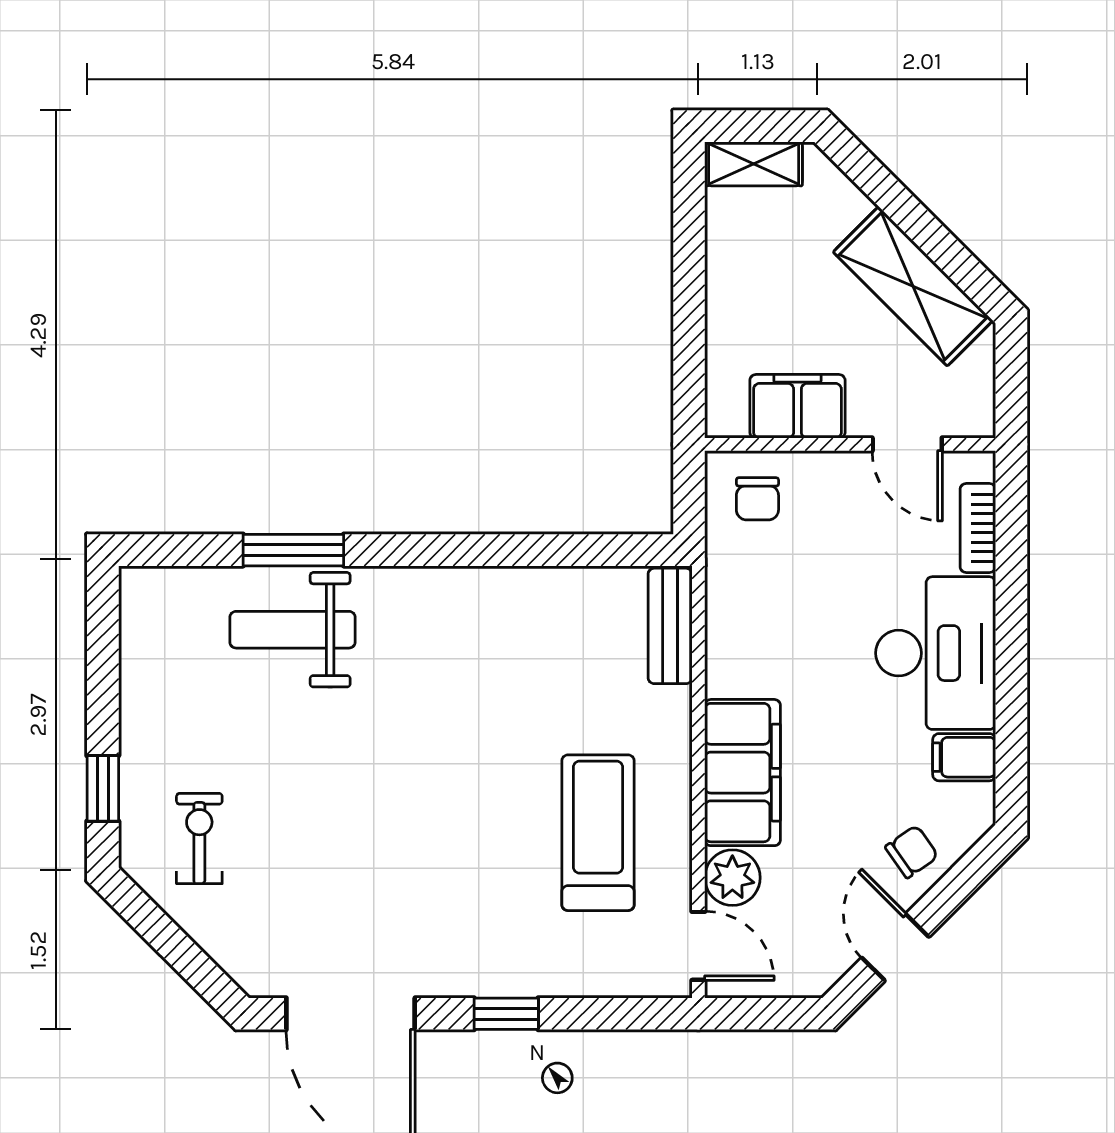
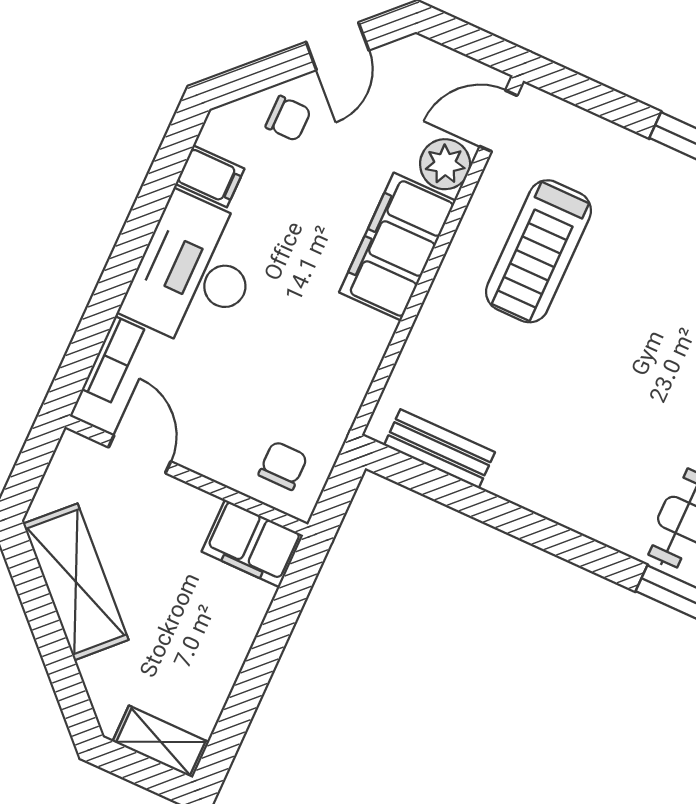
filing cabinet: (797, 406) -> (252, 543), moved
bench: (670, 626) -> (439, 449), moved, turned 90
chair: (912, 852) -> (288, 118), turned -145
door: (698, 946) -> (498, 121), hinge flipped

